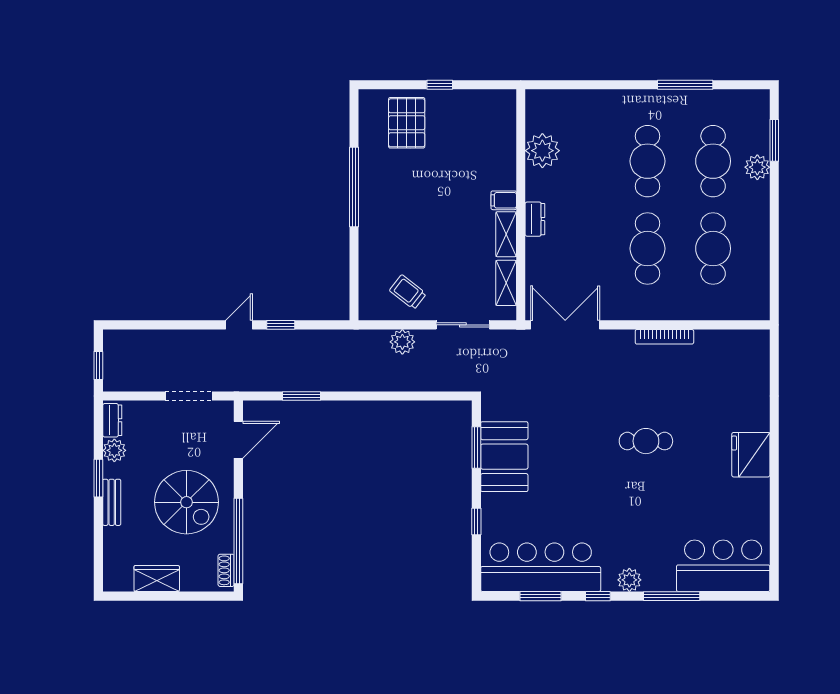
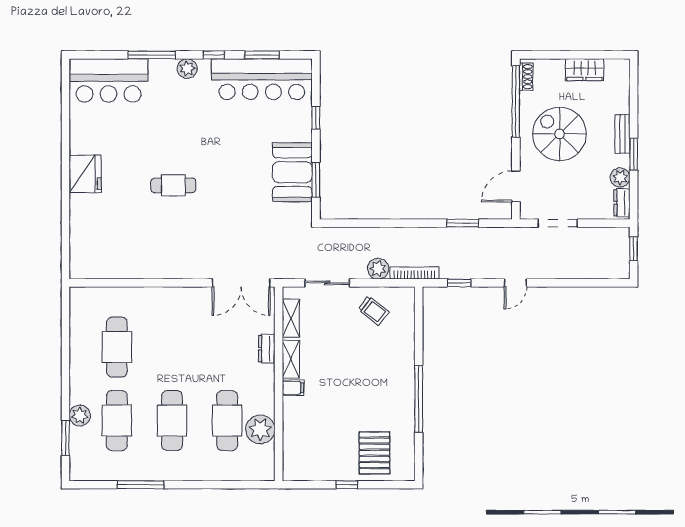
dresser: (535, 219) -> (267, 349), moved
cafe table: (648, 249) -> (227, 421), moved
window: (281, 325) -> (459, 283), moved
bookcase: (664, 337) -> (414, 273), moved

